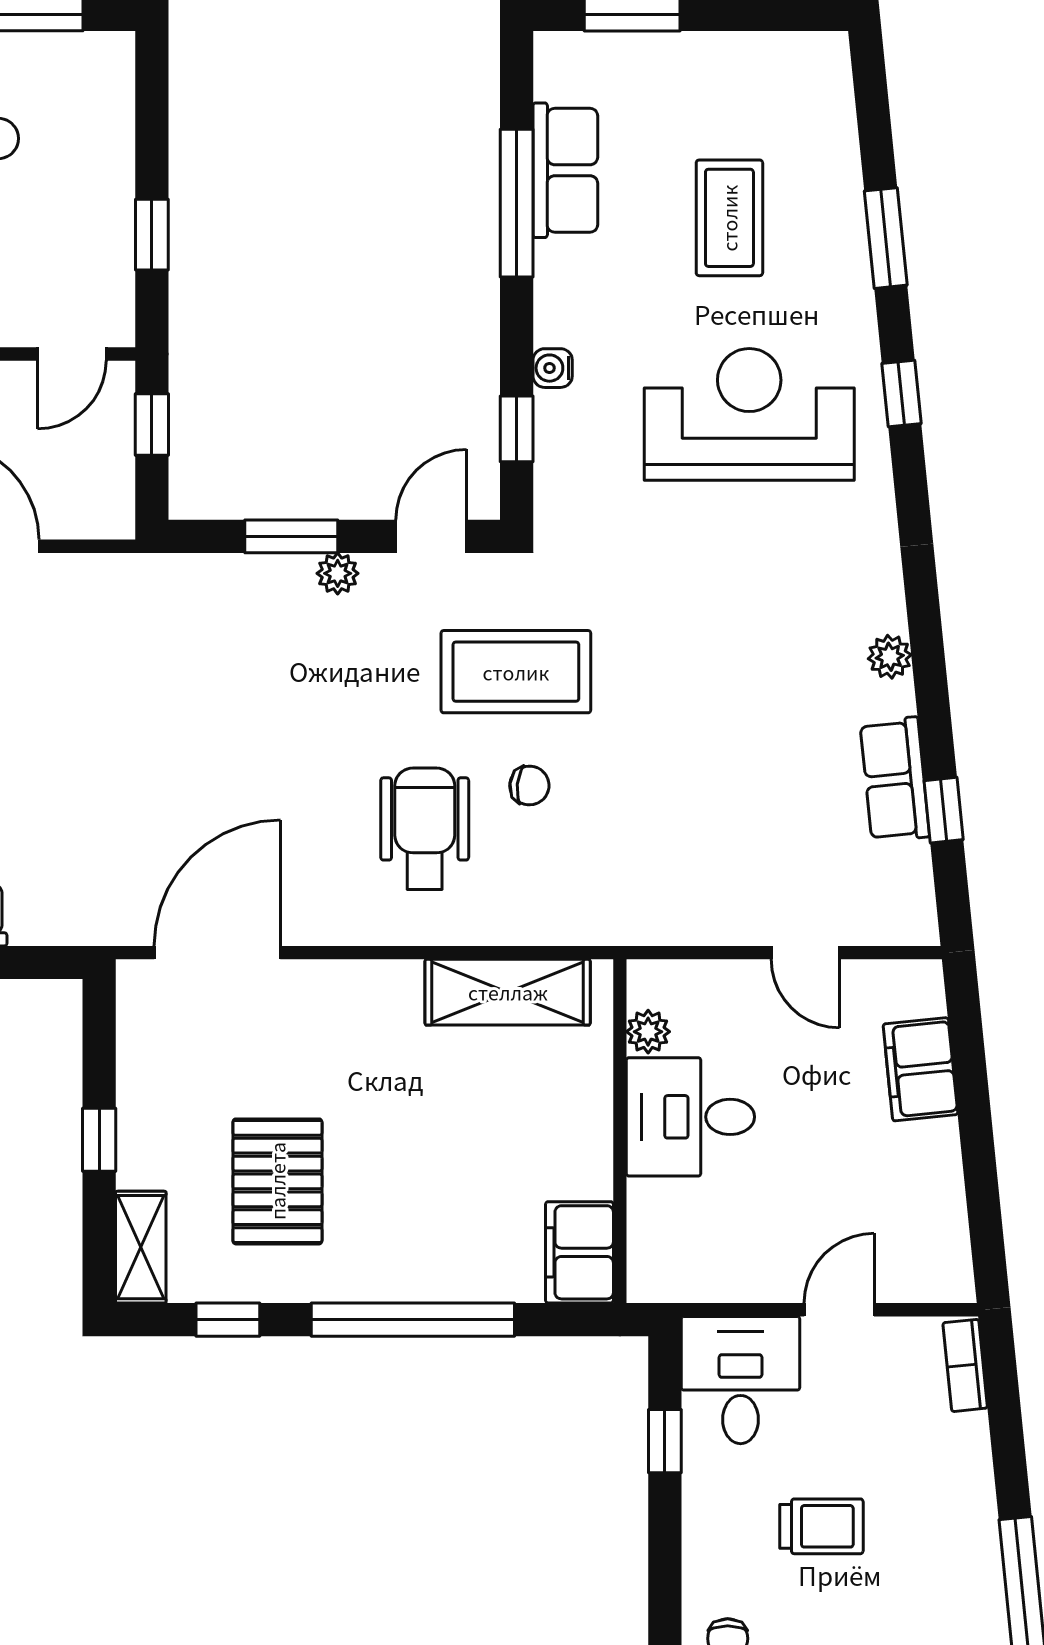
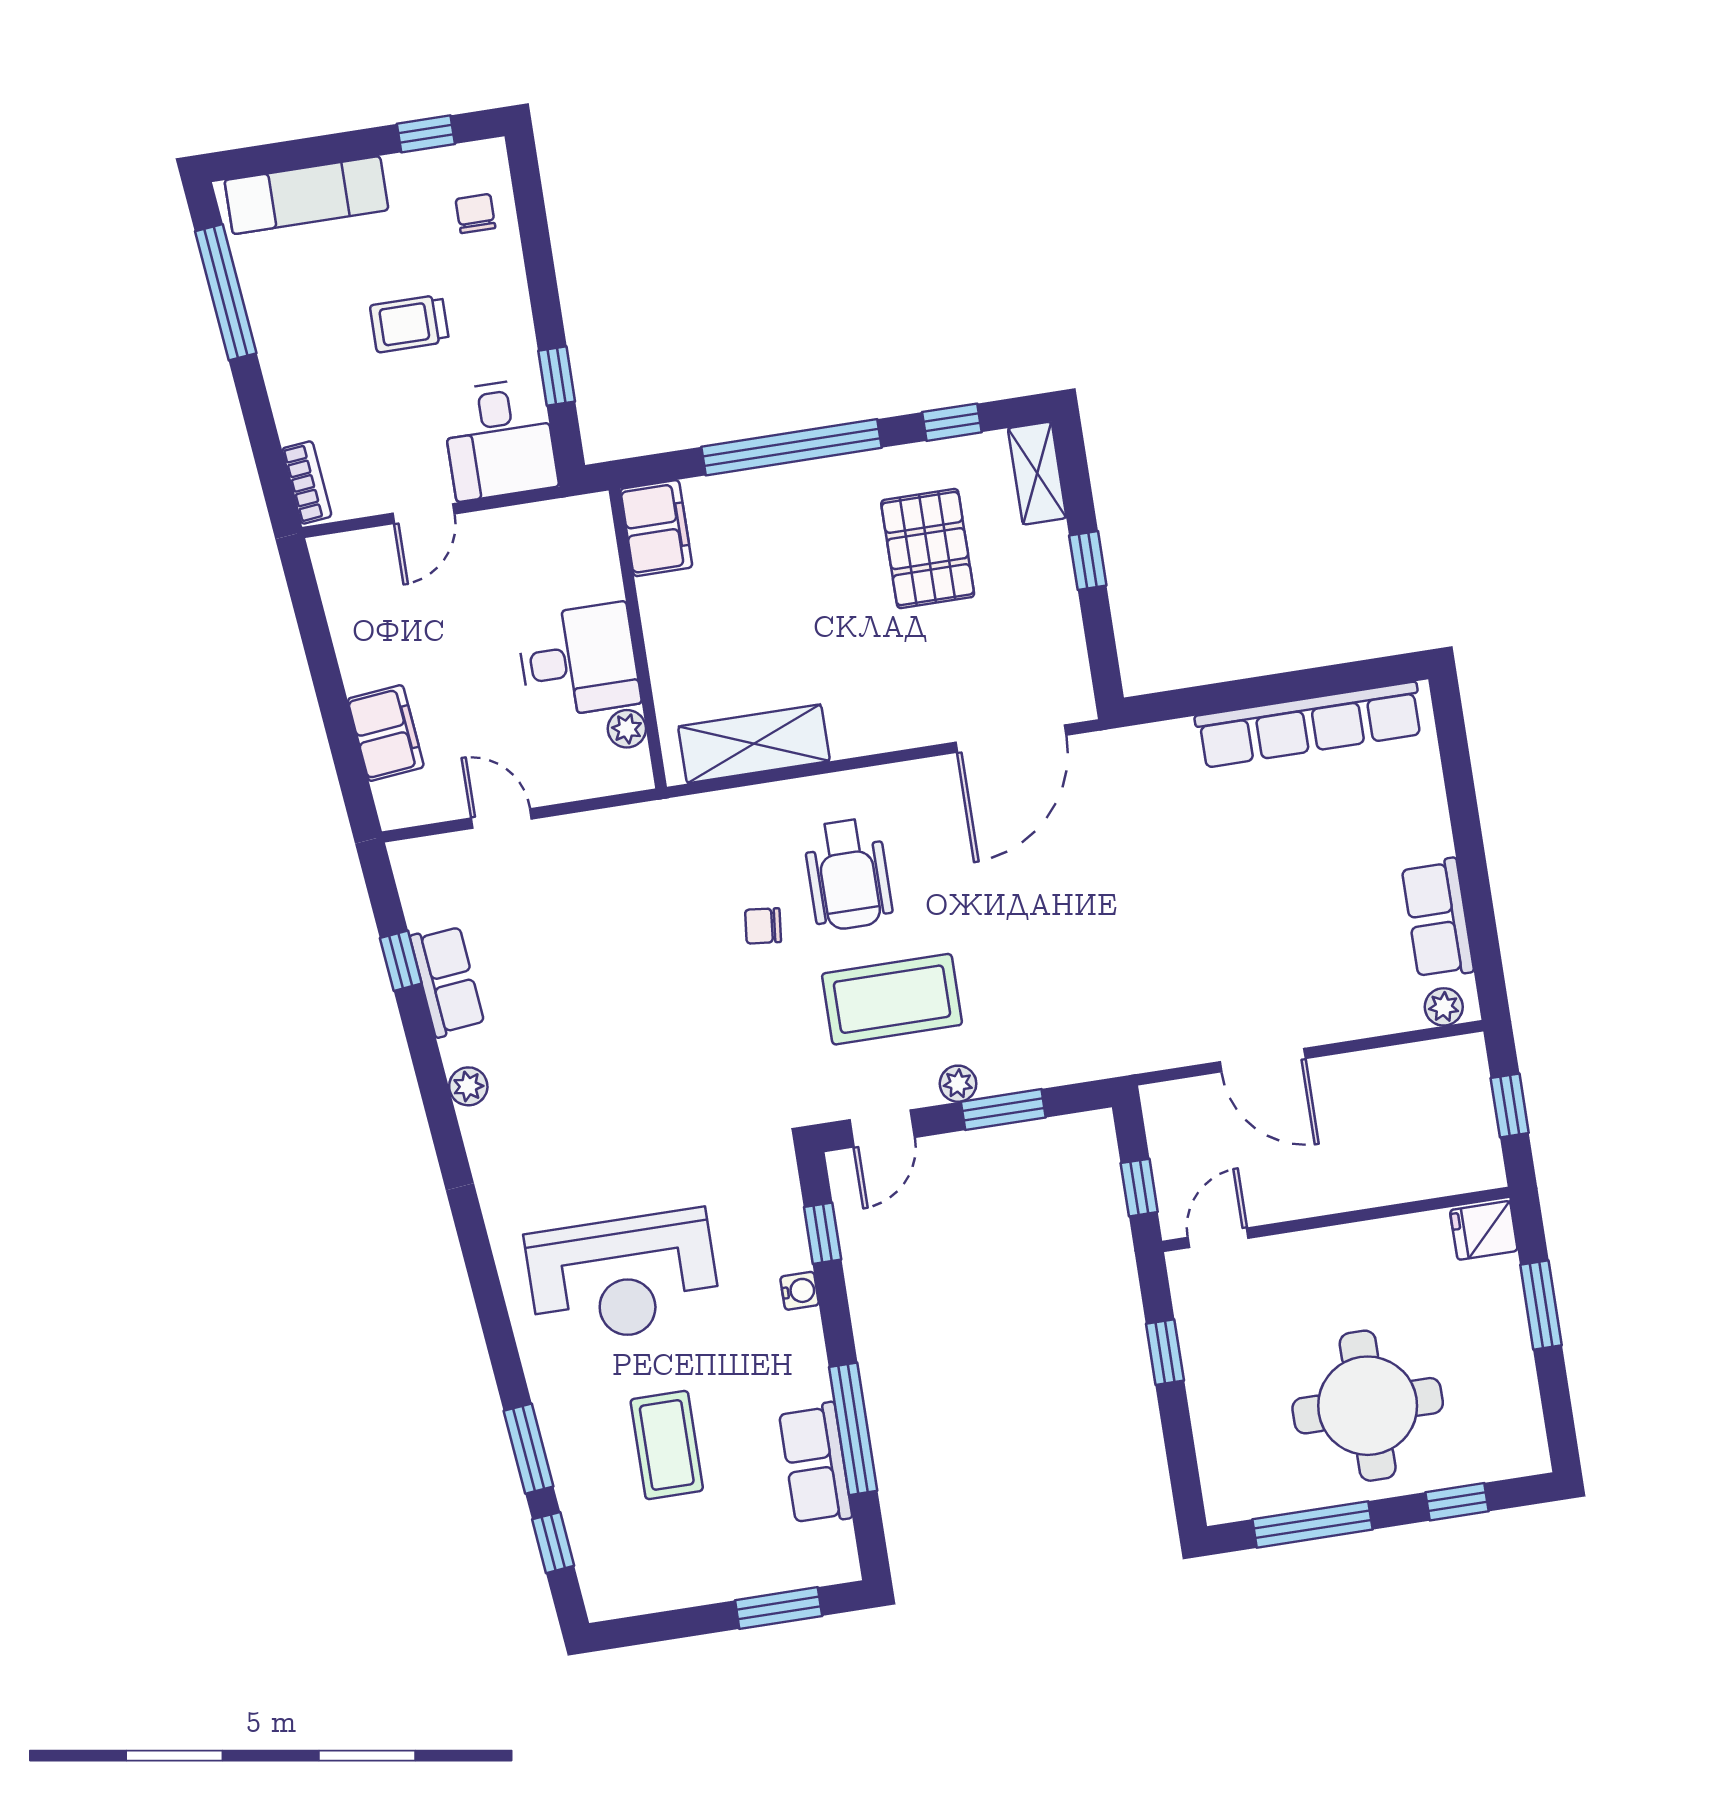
window: (901, 394) -> (553, 1543), moved
coffee table: (516, 672) -> (892, 999), moved

